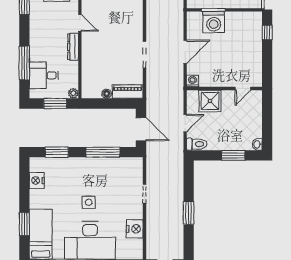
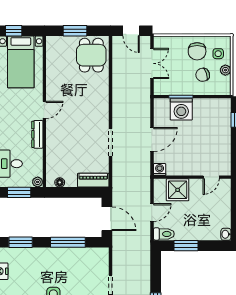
door: (80, 23) -> (44, 110), hinge flipped
floor lamp: (107, 94) -> (60, 182), moved
window: (233, 155) -> (186, 246), moved

